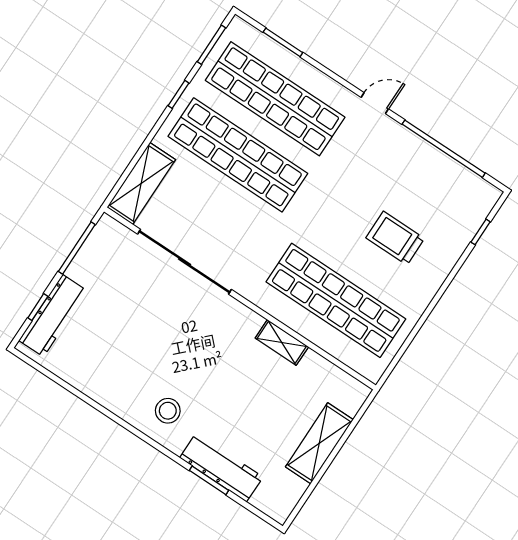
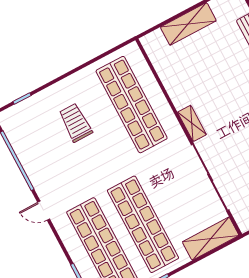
trolley: (395, 238) -> (75, 123), turned 180
shelving: (282, 342) -> (192, 123), moved

